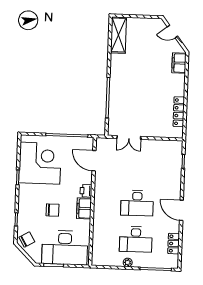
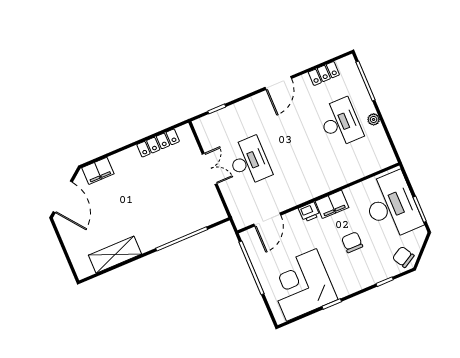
door: (173, 32) -> (63, 197), width x1.88
shelving: (118, 35) -> (115, 255), moved
double door: (129, 137) -> (210, 169), moved
desk: (137, 203) -> (249, 161), moved

